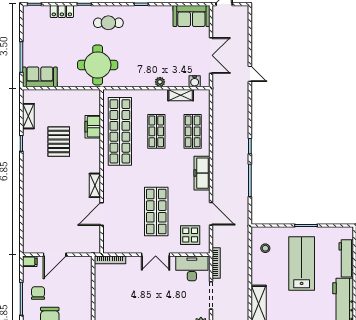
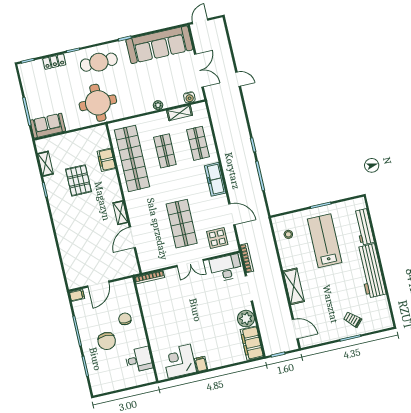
sofa: (191, 16) -> (159, 45), width x1.85, depth x1.27
cafe table: (108, 23) -> (99, 62), width x1.37, depth x1.35
chair: (38, 293) -> (125, 319), moved

